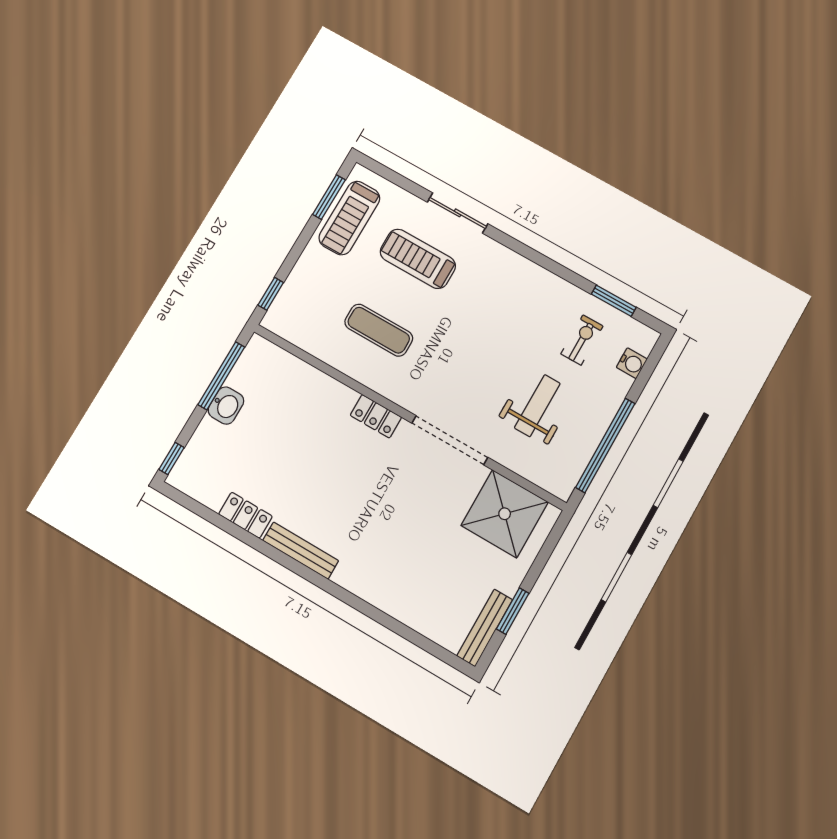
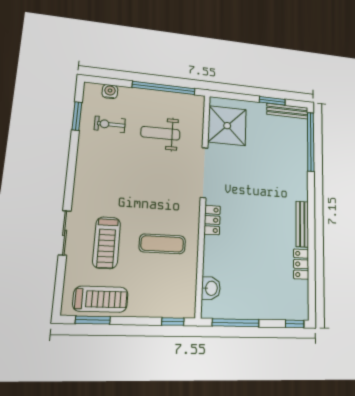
exercise mat: (379, 330) -> (162, 244), turned 90
washbasin: (226, 406) -> (211, 288), moved, turned 90
window: (418, 639) -> (311, 142), added

